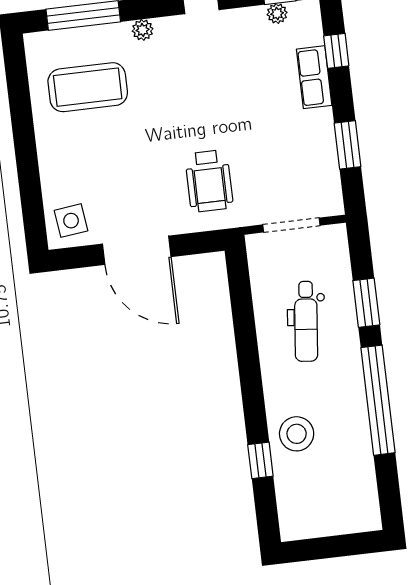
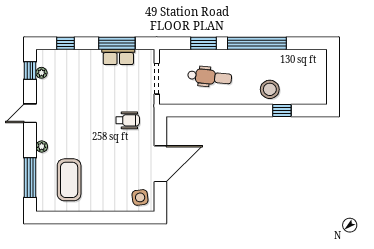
row of seats: (314, 77) -> (118, 57), moved
window: (347, 145) -> (117, 43), width x1.44
wheelchair: (209, 181) -> (128, 120), width x0.73, depth x0.73

